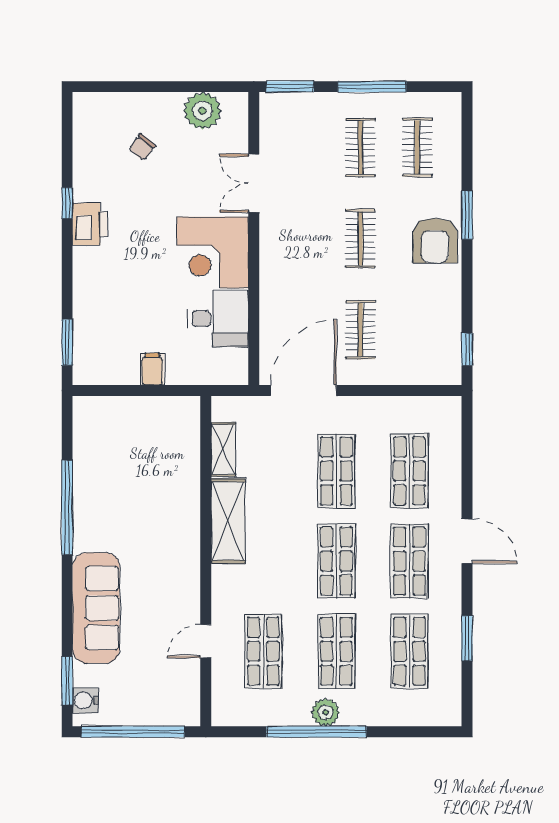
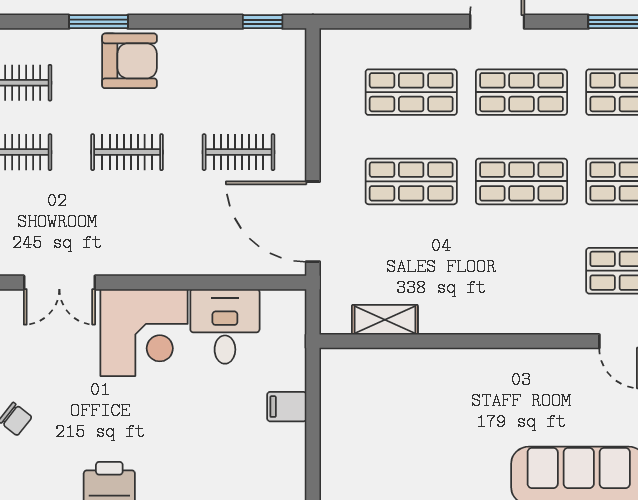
shelving: (228, 521) -> (473, 314), removed

